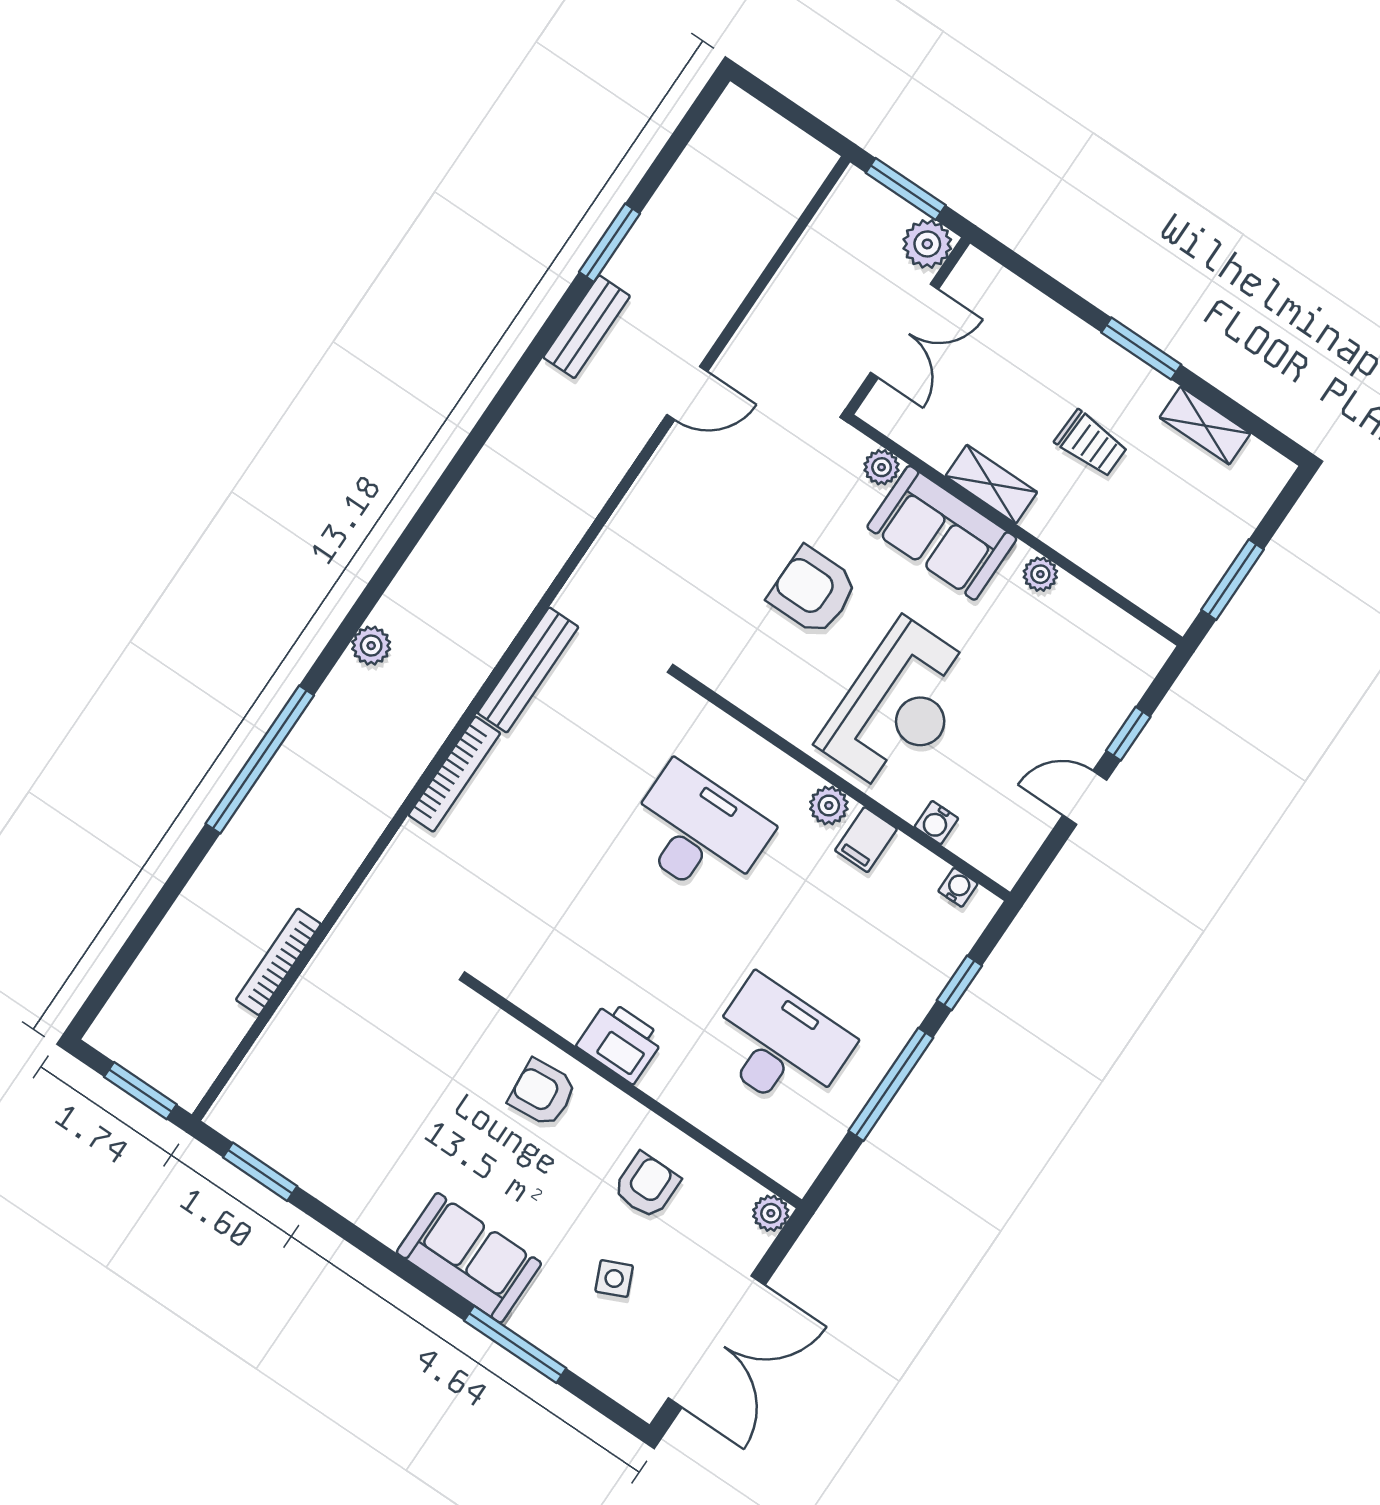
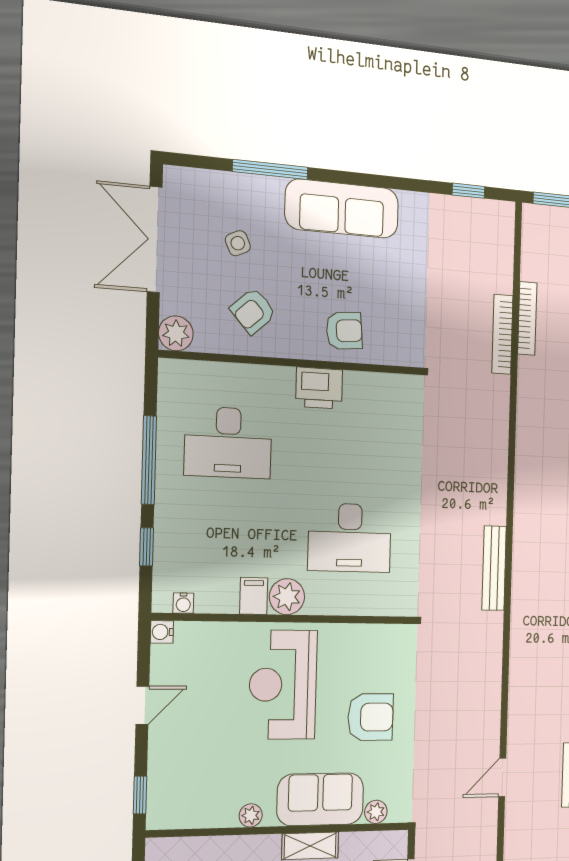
window: (1128, 734) -> (140, 795), moved
bookcase: (454, 774) -> (502, 334), moved
plant: (829, 806) -> (287, 597), width x1.38, depth x1.38
water cooler: (936, 823) -> (162, 632), moved, turned -90
window: (260, 1172) -> (468, 191), width x0.67
armchair: (647, 1186) -> (253, 311), turned 48
plant: (771, 1213) -> (176, 333), width x1.38, depth x1.38
sofa: (469, 1258) -> (342, 209), width x1.36

